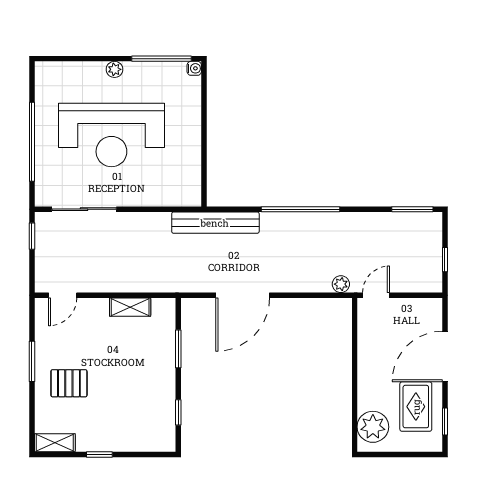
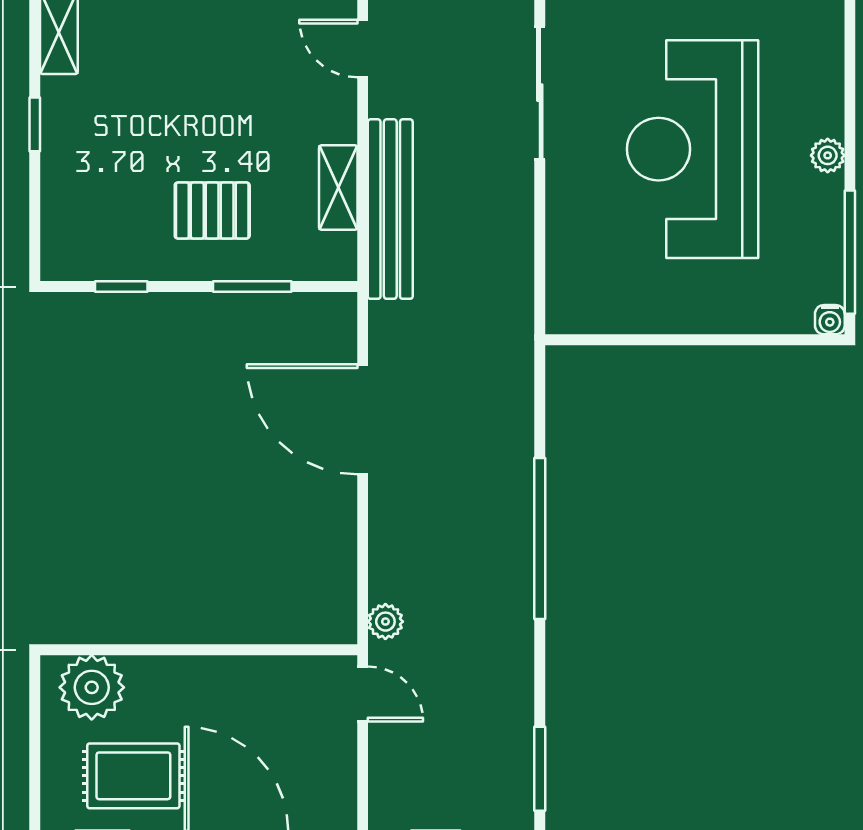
bench: (215, 223) -> (390, 209), moved
pallet: (69, 383) -> (212, 211), moved, turned 90

